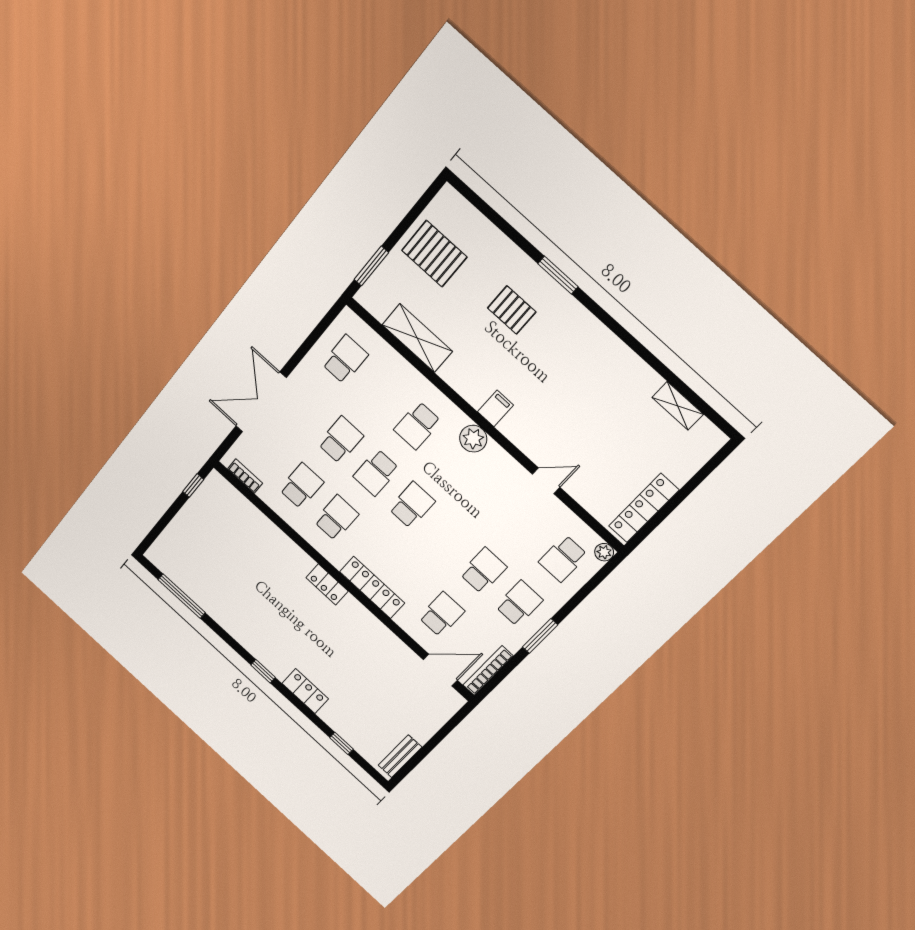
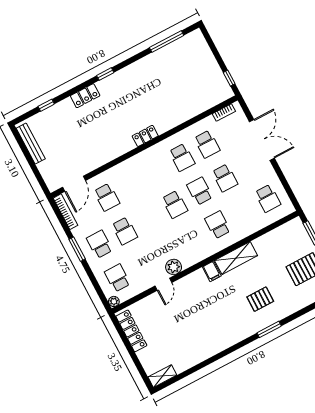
shelving: (417, 338) -> (236, 258), moved
shelving: (678, 406) -> (162, 376), moved
plant: (473, 439) -> (174, 267), moved
locker: (372, 587) -> (135, 162), removed
school desk: (519, 603) -> (100, 244), turned 180
bench: (400, 756) -> (31, 144), width x1.36

